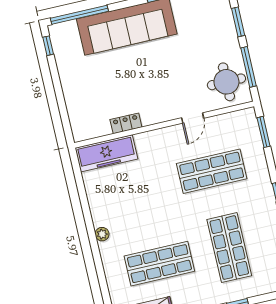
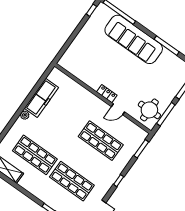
locker: (126, 123) -> (107, 94), moved
freezer: (106, 153) -> (41, 98), moved, turned -90
shop shelf: (229, 248) -> (72, 181), turned 90

